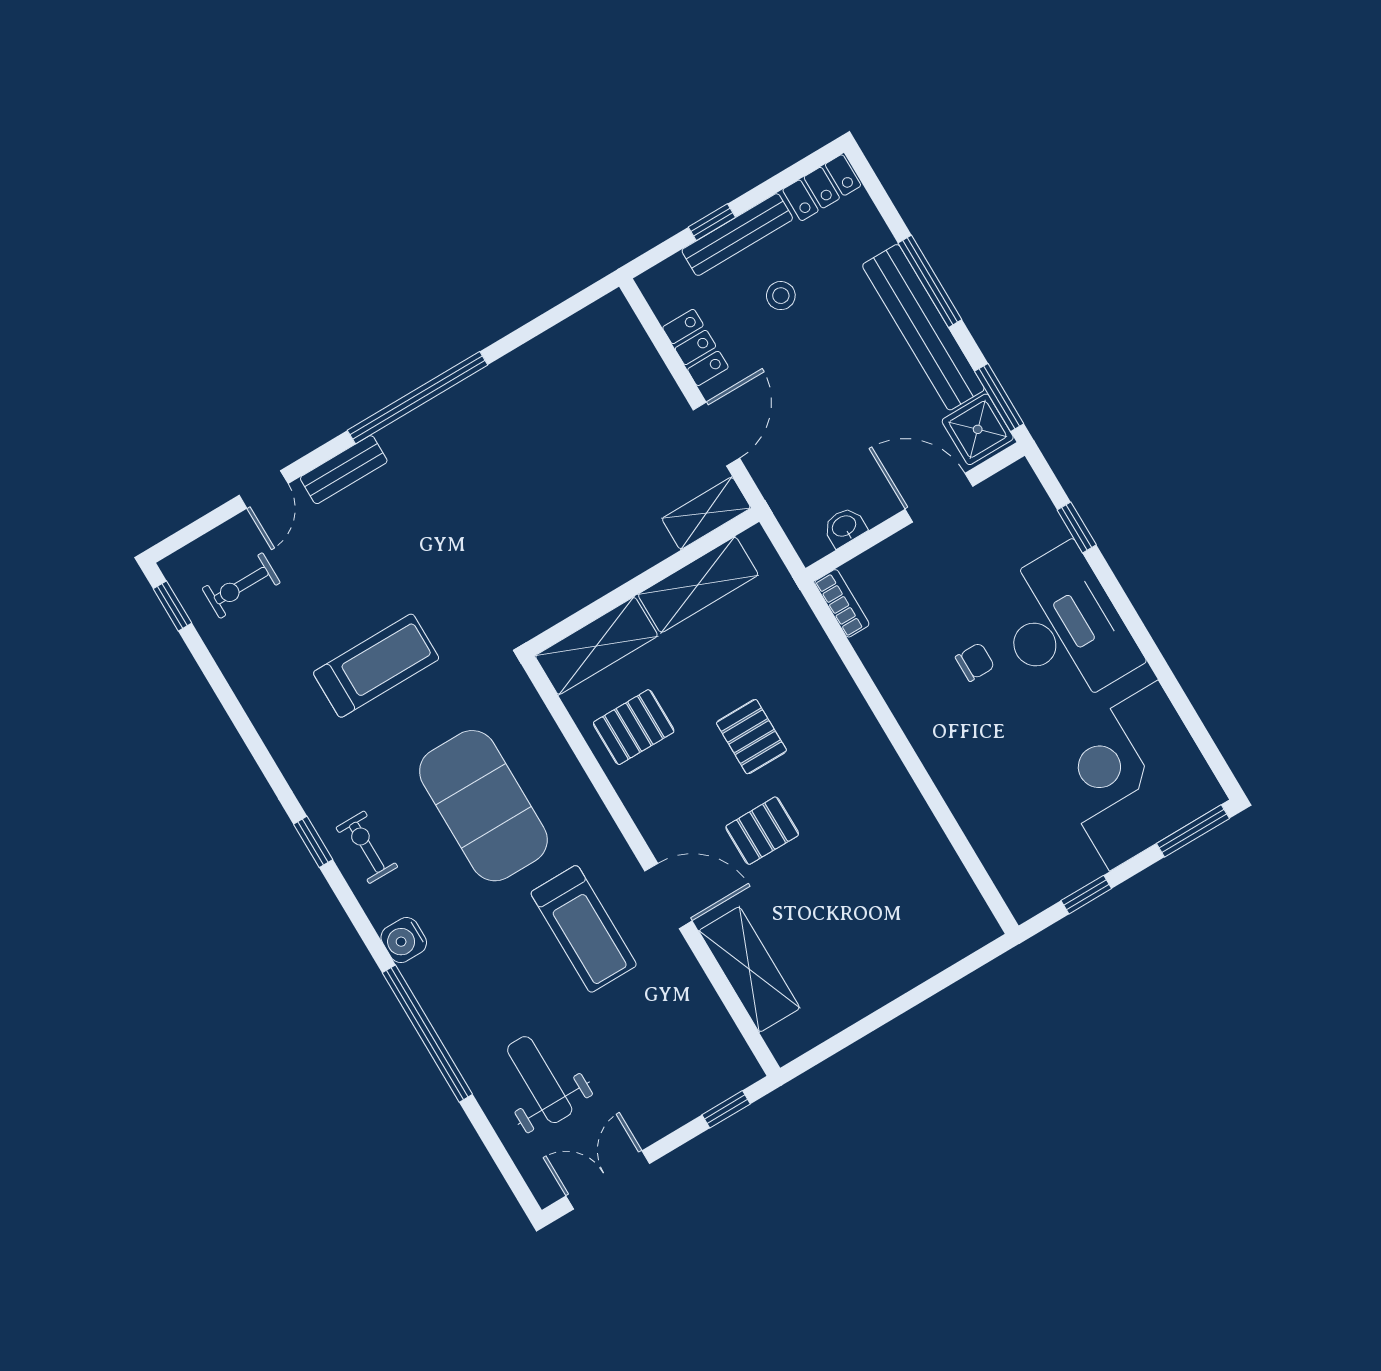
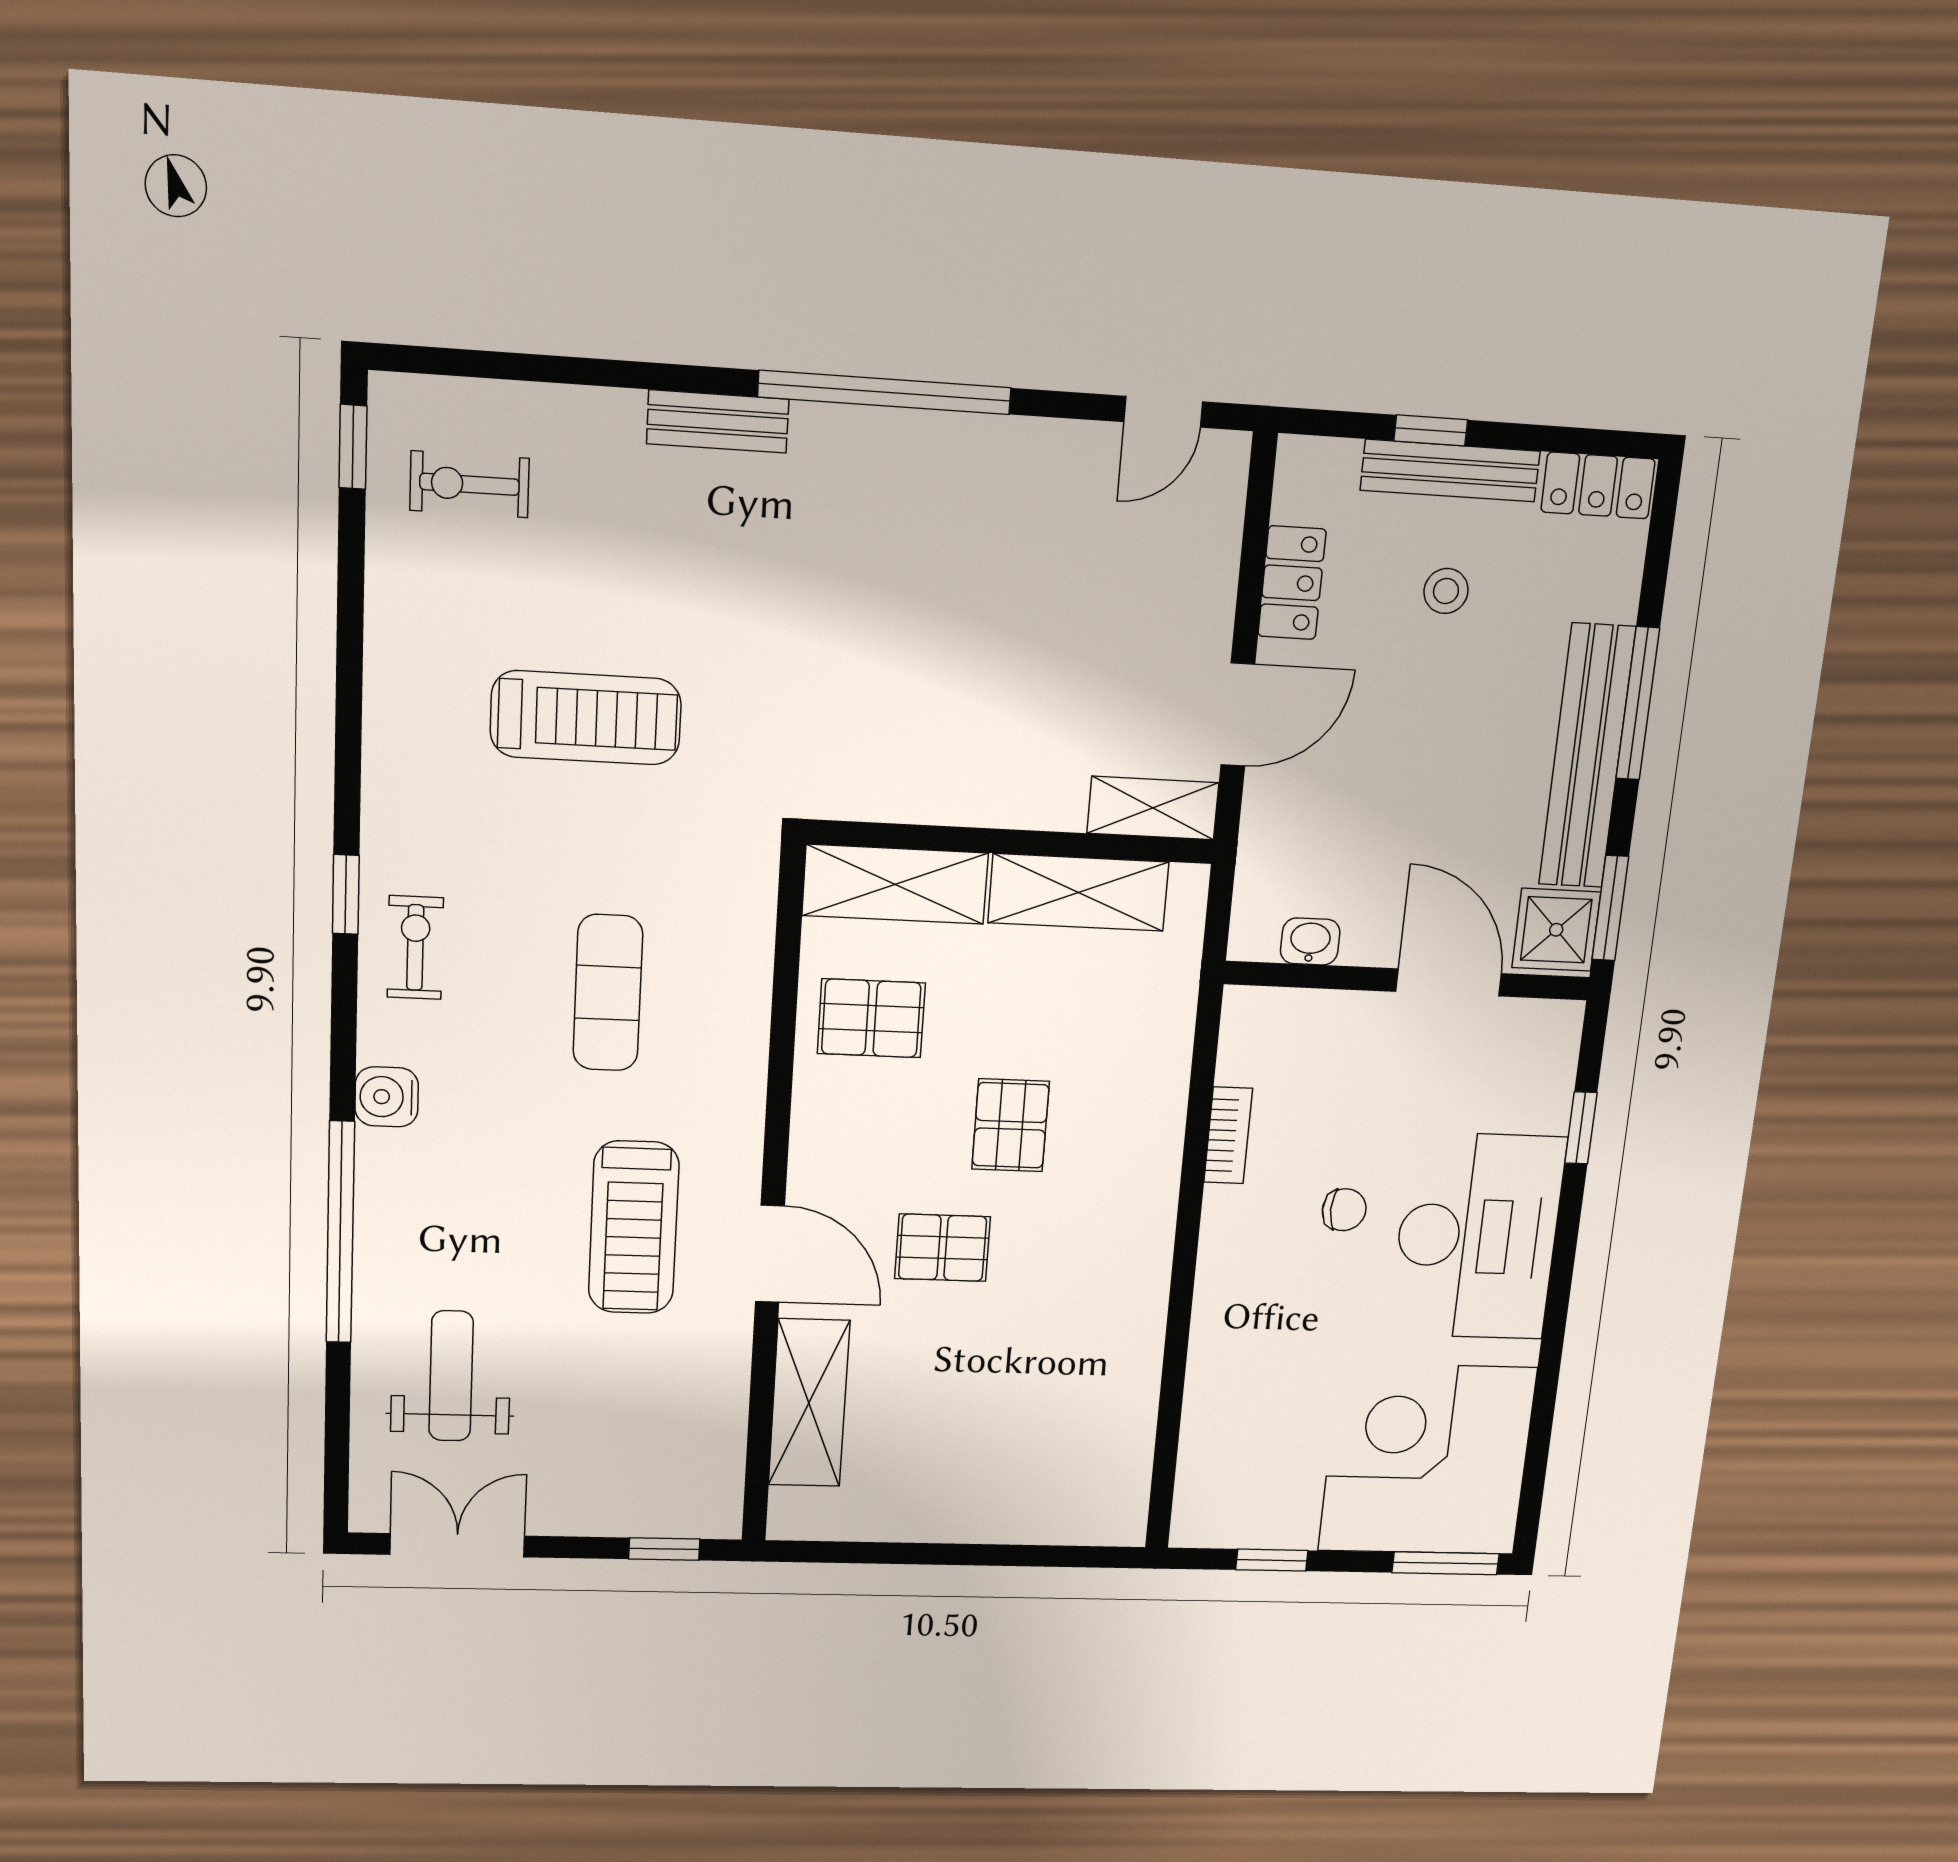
door: (264, 489) -> (1163, 412), moved
bookcase: (842, 603) -> (1228, 1135), moved
exercise mat: (483, 806) -> (608, 993), width x0.50, depth x0.69

